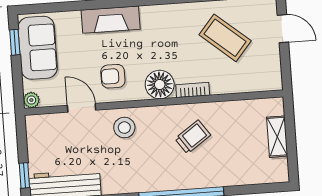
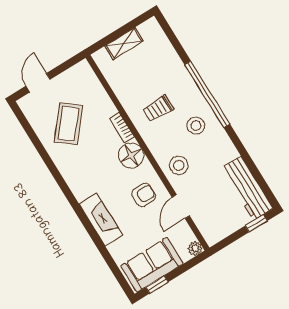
armchair: (113, 76) -> (144, 195), turned -90
trolley: (193, 137) -> (158, 109), turned -55
stool: (156, 166) -> (196, 126), added

